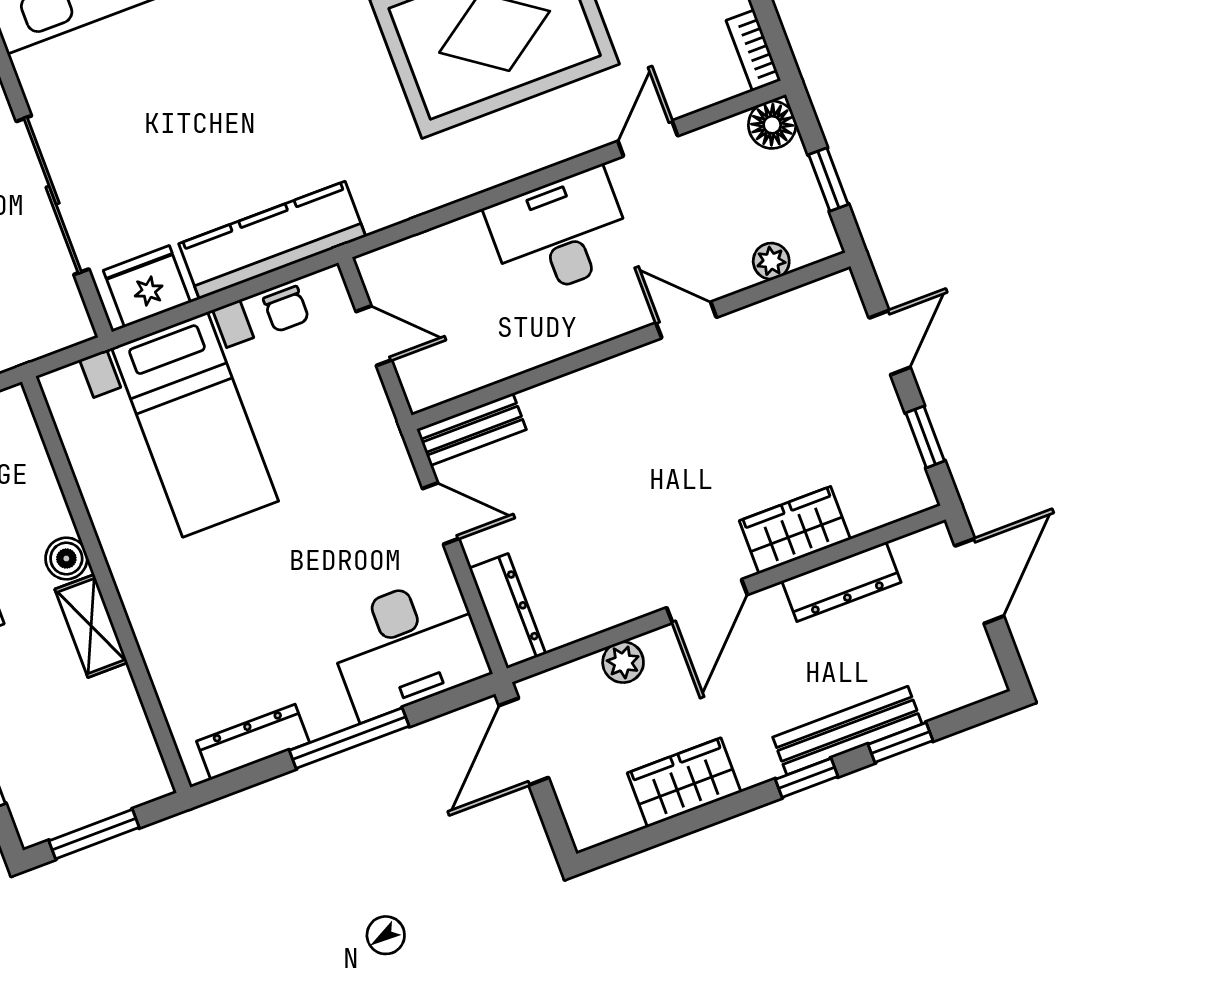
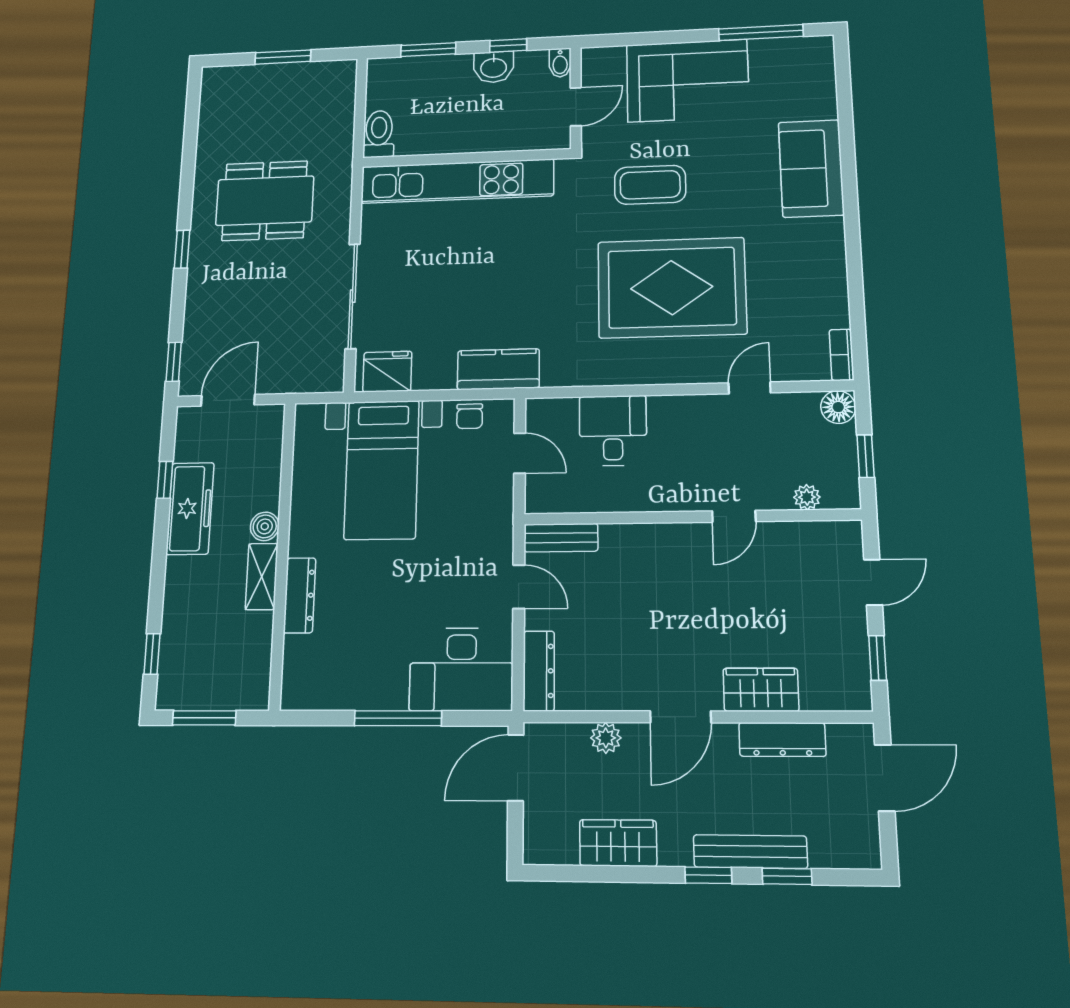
desk: (560, 233) -> (613, 431), moved, width x0.73
kitchen counter: (272, 240) -> (498, 369), width x0.67
door: (686, 320) -> (734, 516), swing flipped
dresser: (253, 742) -> (300, 595), moved, turned 90

